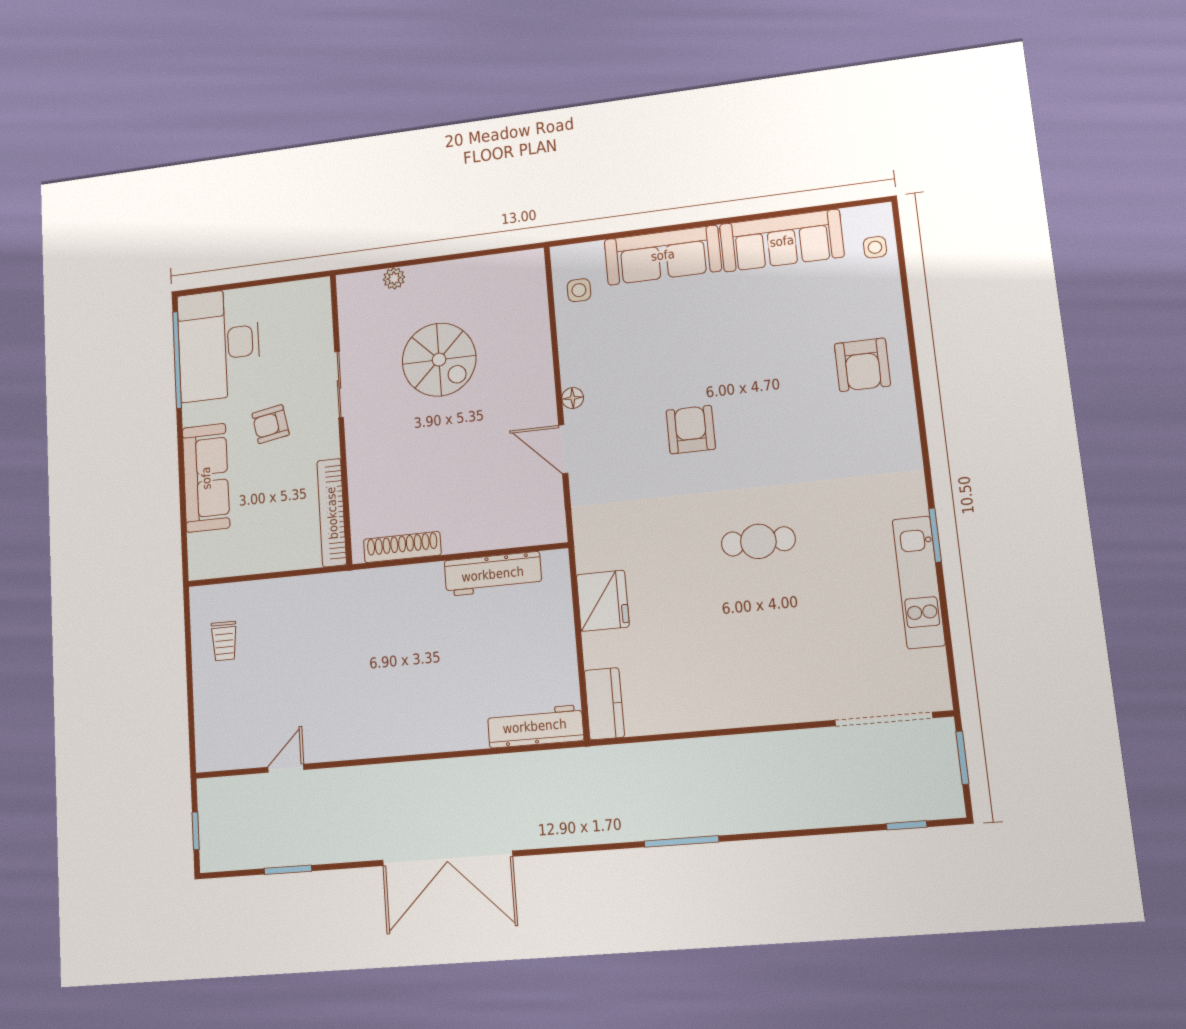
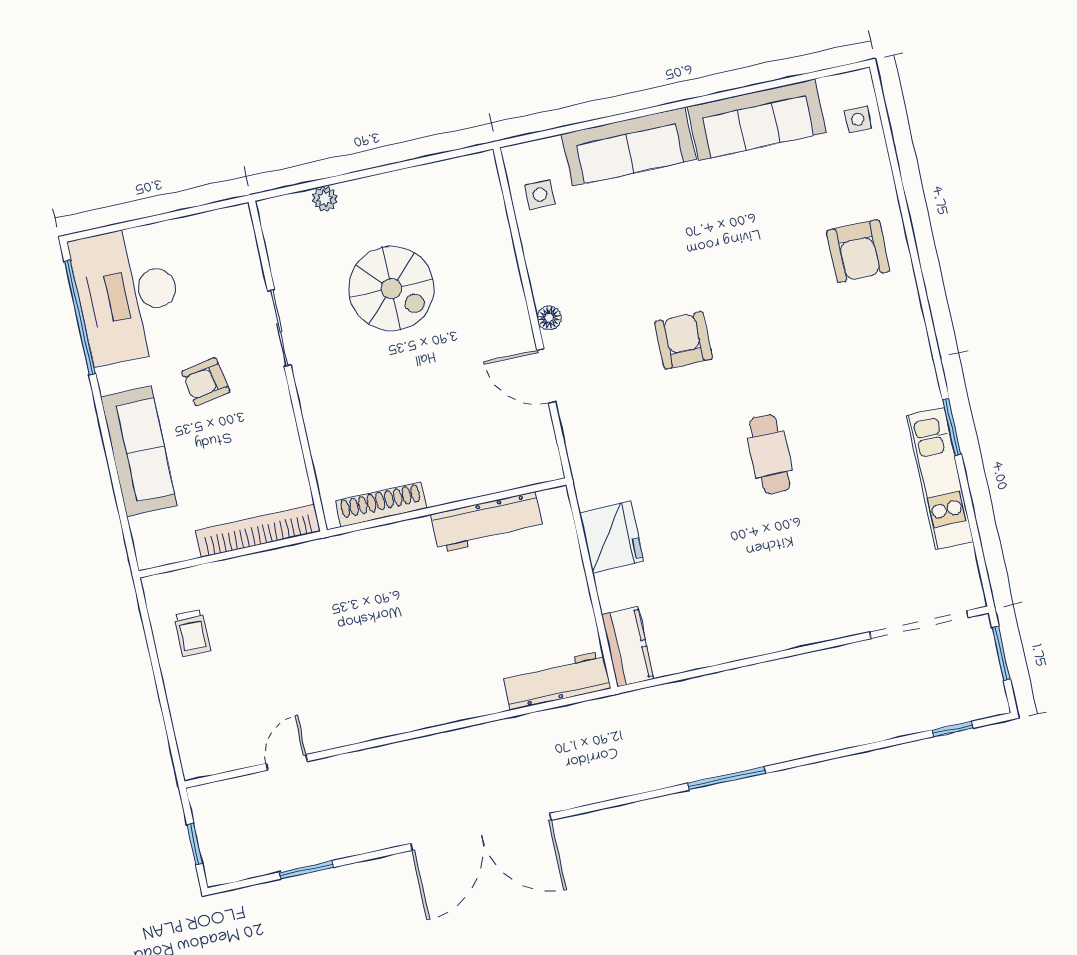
bookcase: (332, 513) -> (258, 531), moved, turned 90
cafe table: (758, 541) -> (770, 454), turned 90

